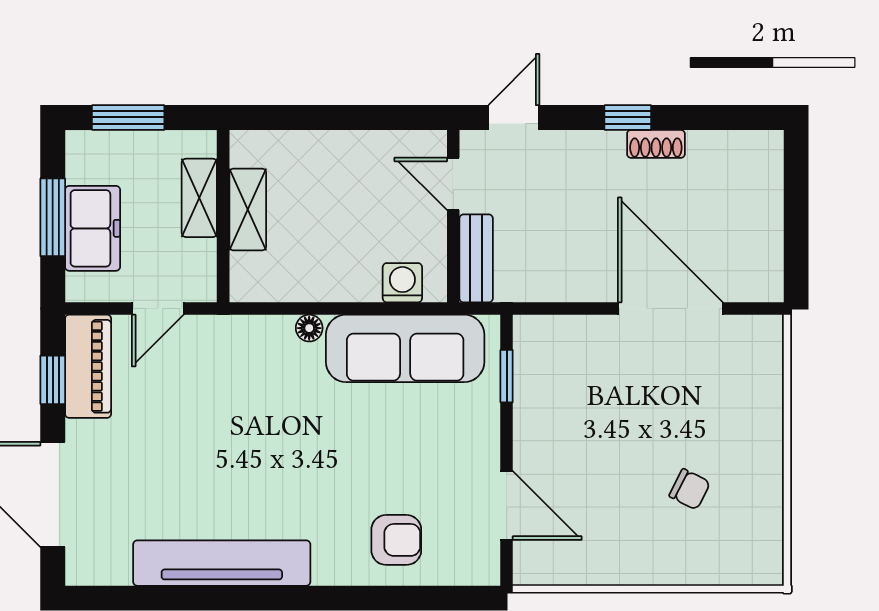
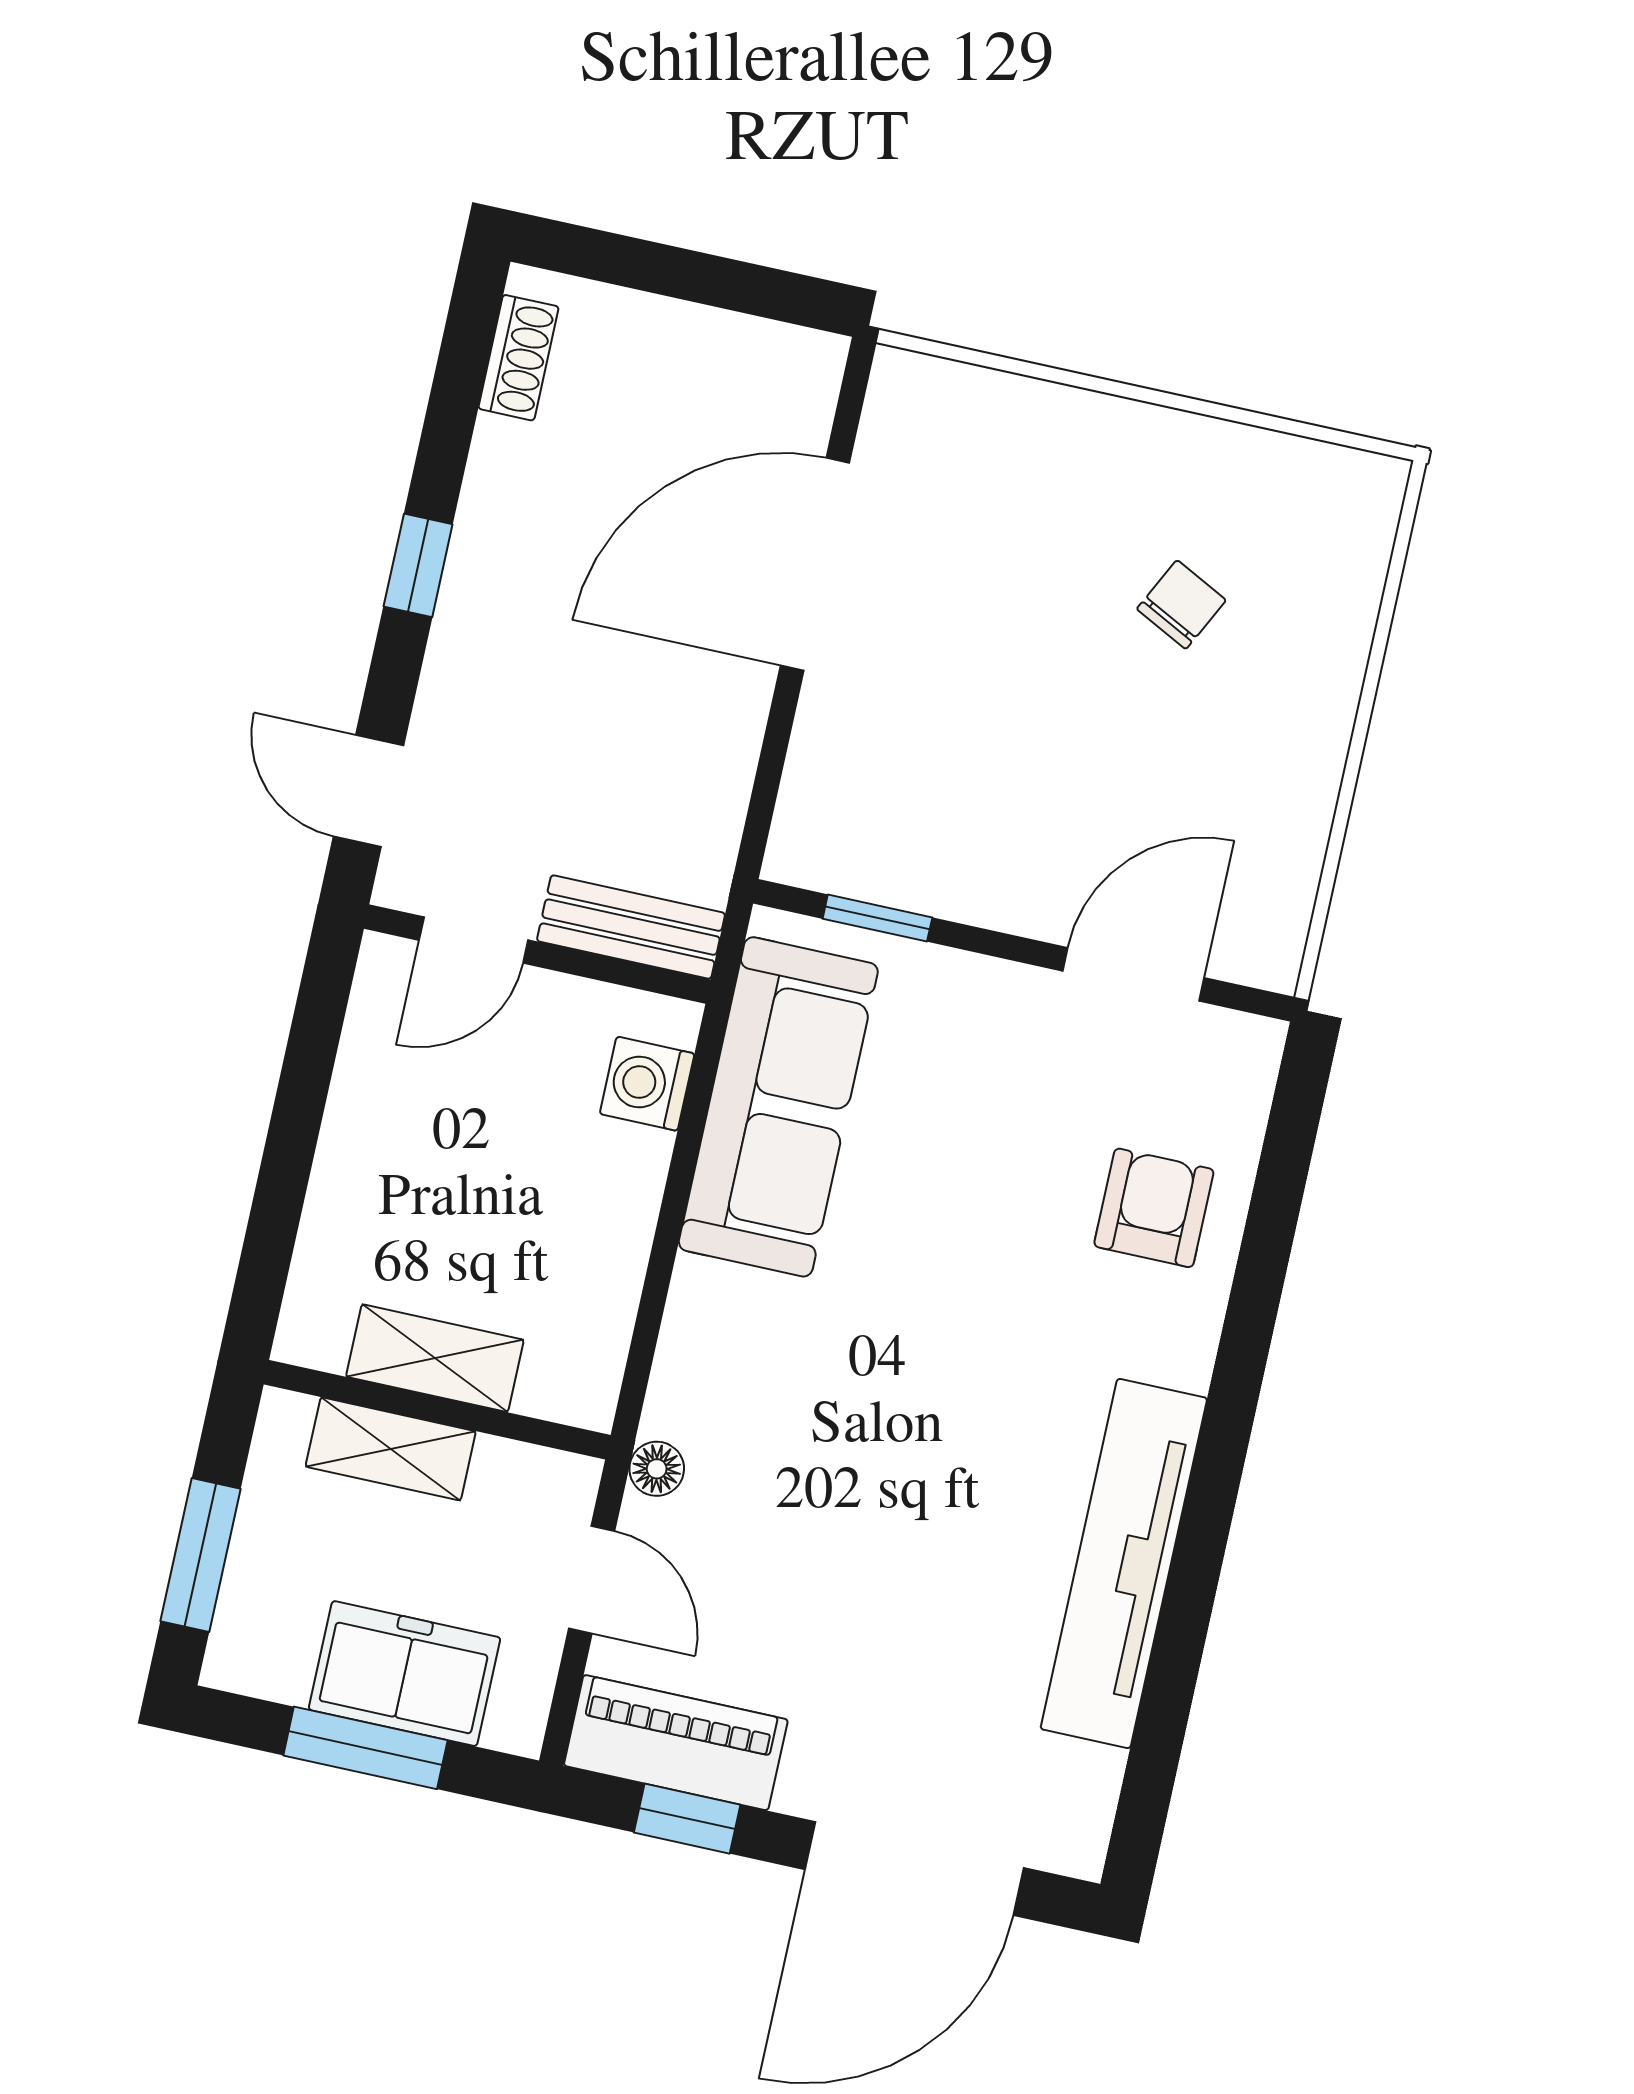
shoe rack: (656, 144) -> (519, 358), moved
floor lamp: (309, 328) -> (657, 1469), moved

